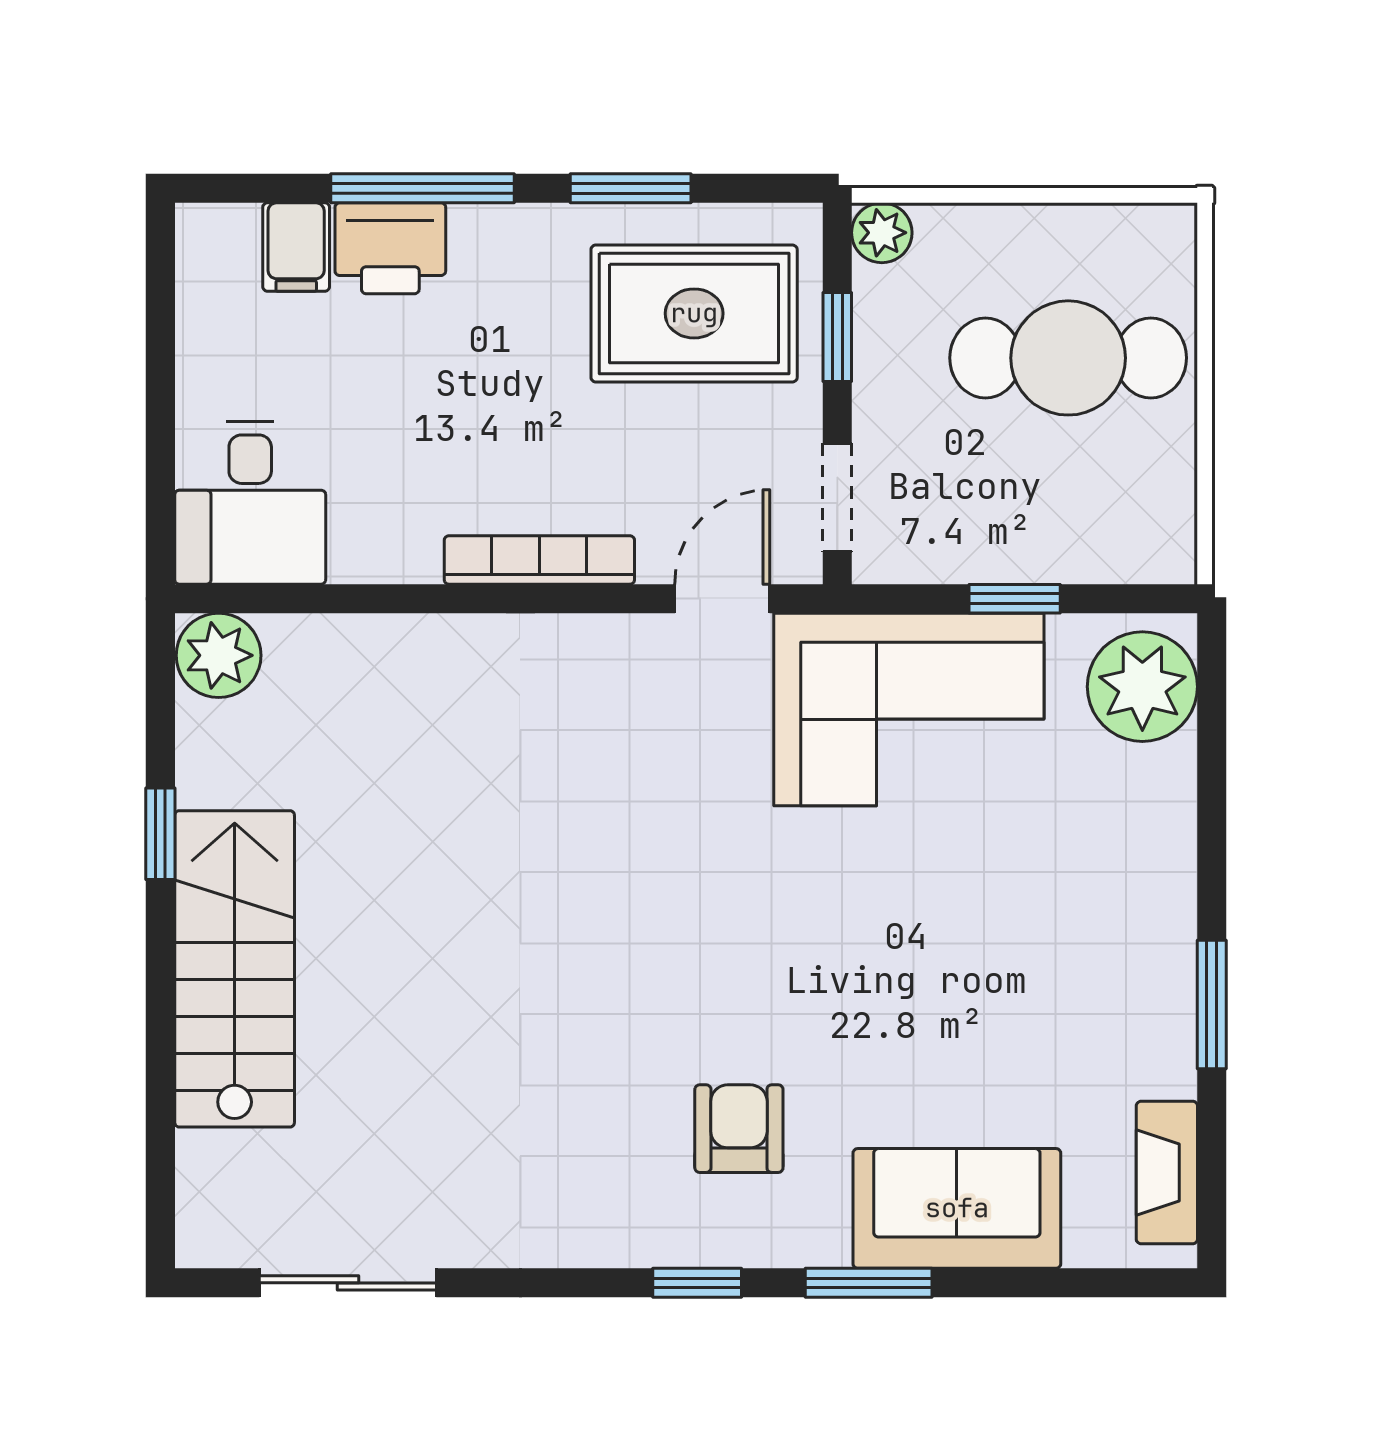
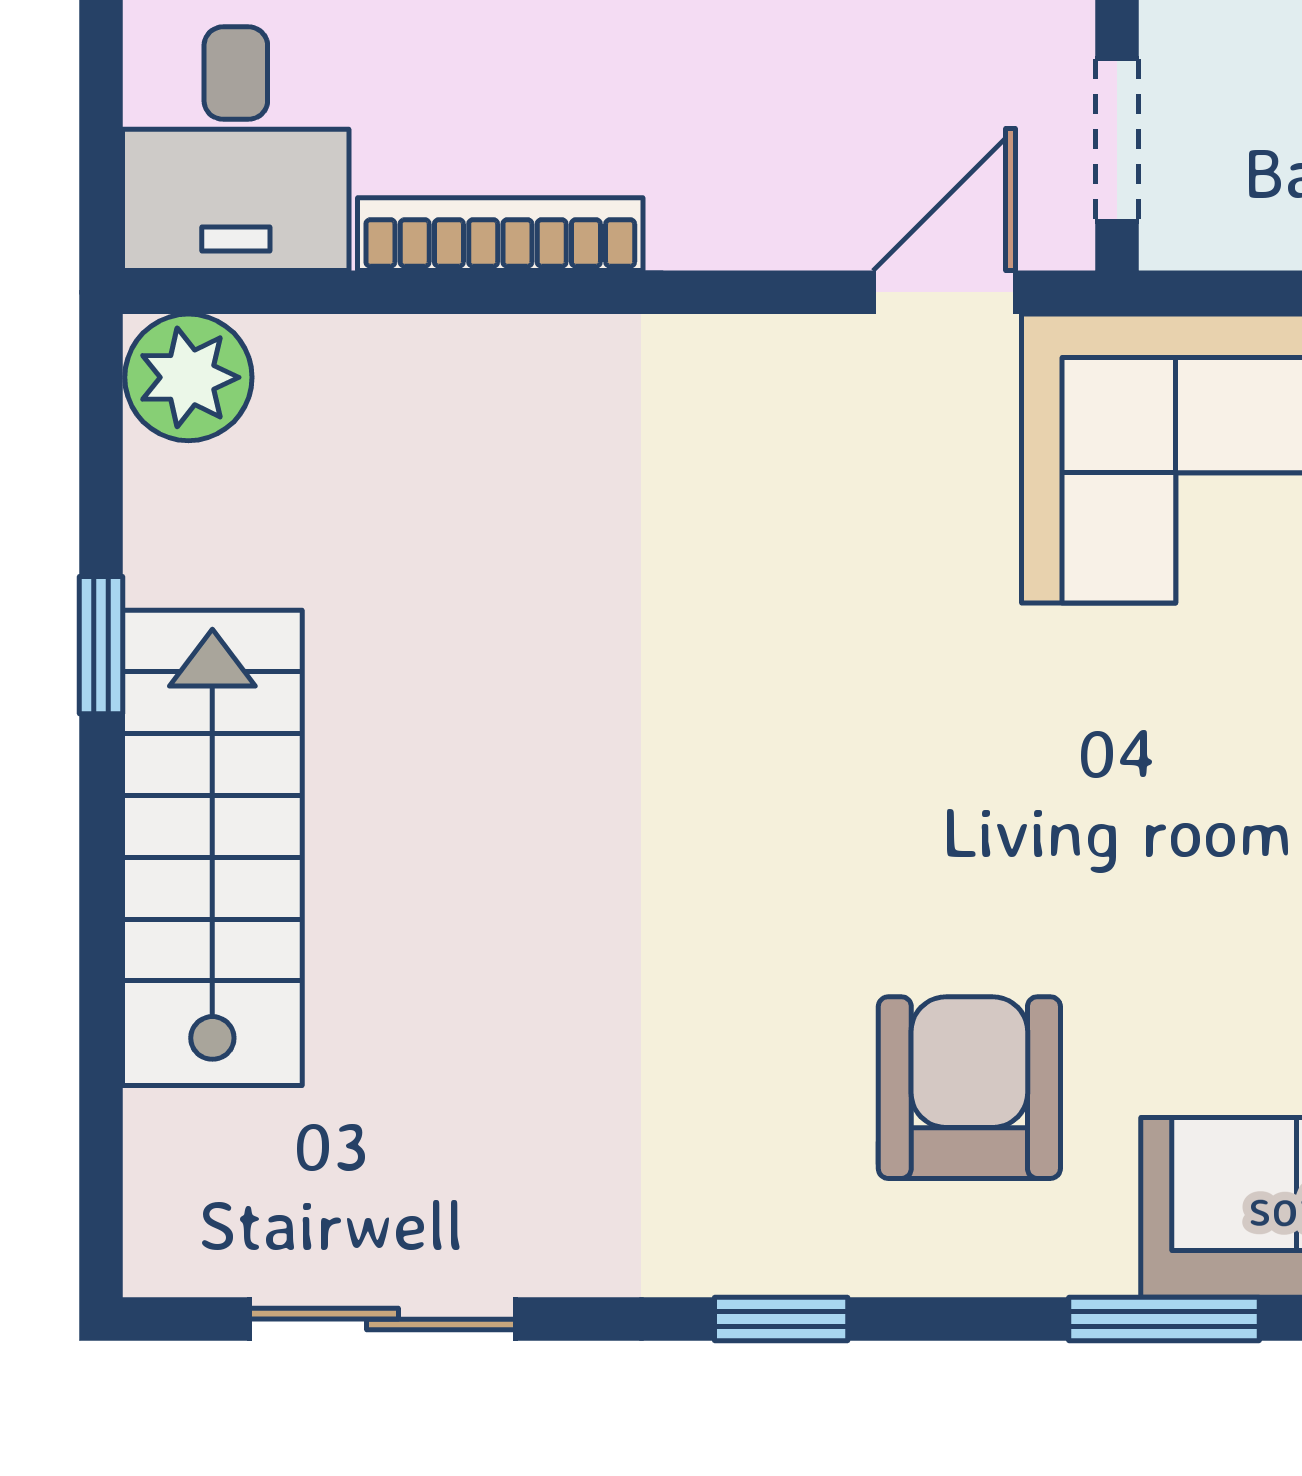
bookcase: (539, 560) -> (500, 234), moved
armchair: (739, 1129) -> (969, 1088), width x1.38, depth x1.38
window: (697, 1283) -> (781, 1319), moved

